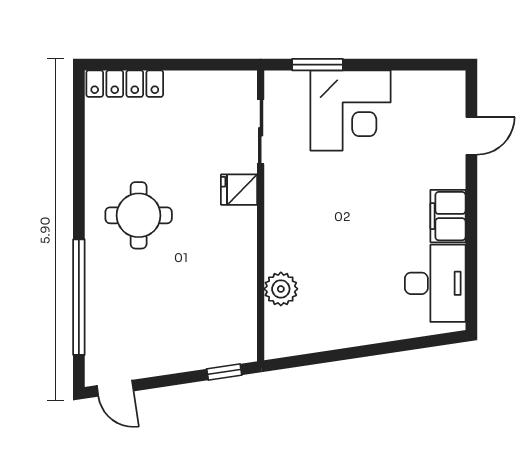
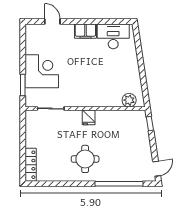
fridge: (239, 190) -> (89, 117), moved
plant: (281, 289) -> (129, 100), moved

